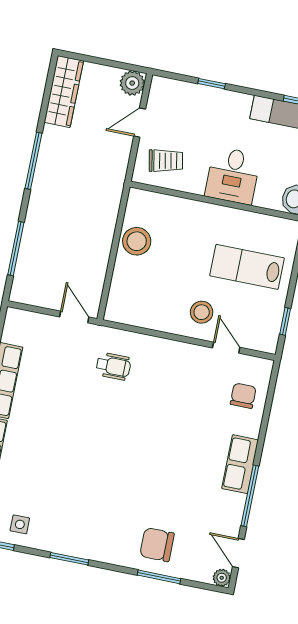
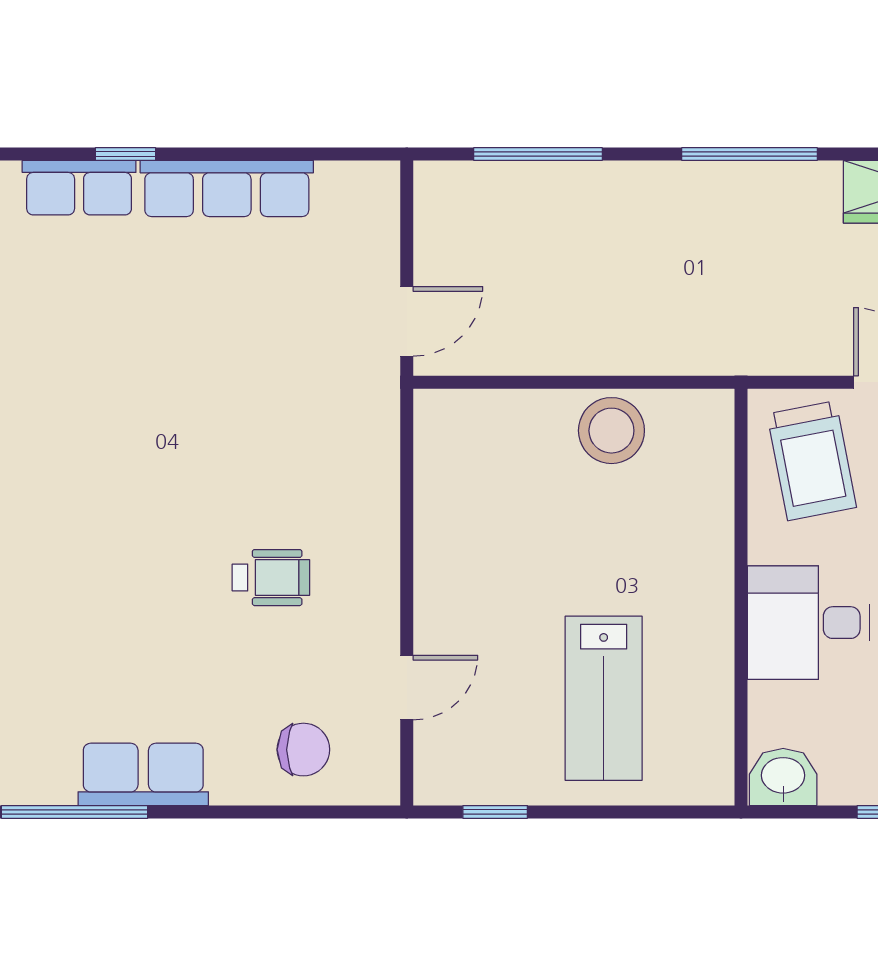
trolley: (166, 161) -> (812, 461), width x1.36, depth x1.39
lab bench: (247, 267) -> (604, 698), turned 180
stool: (202, 312) -> (477, 614), removed
wheelchair: (113, 366) -> (271, 578), moved, turned -90

